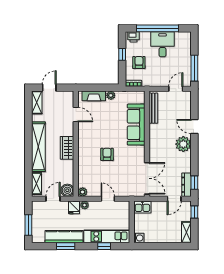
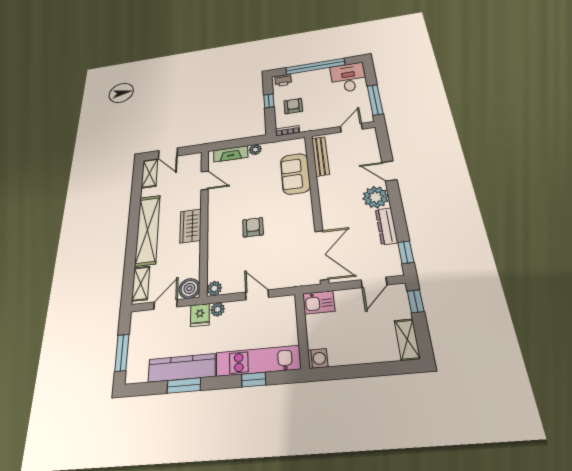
desk: (163, 44) -> (348, 78), moved
door: (49, 88) -> (168, 153), swing flipped
sofa: (136, 125) -> (295, 174), width x0.73
dresser: (186, 185) -> (387, 226), moved

